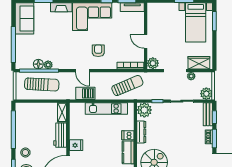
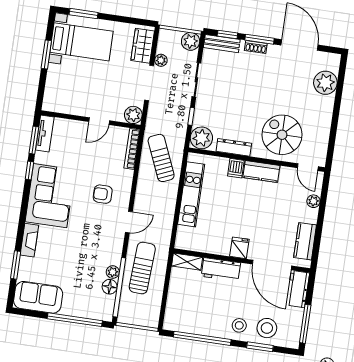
sun lounger: (42, 84) -> (142, 268), moved
barbecue: (85, 93) -> (164, 223), removed

